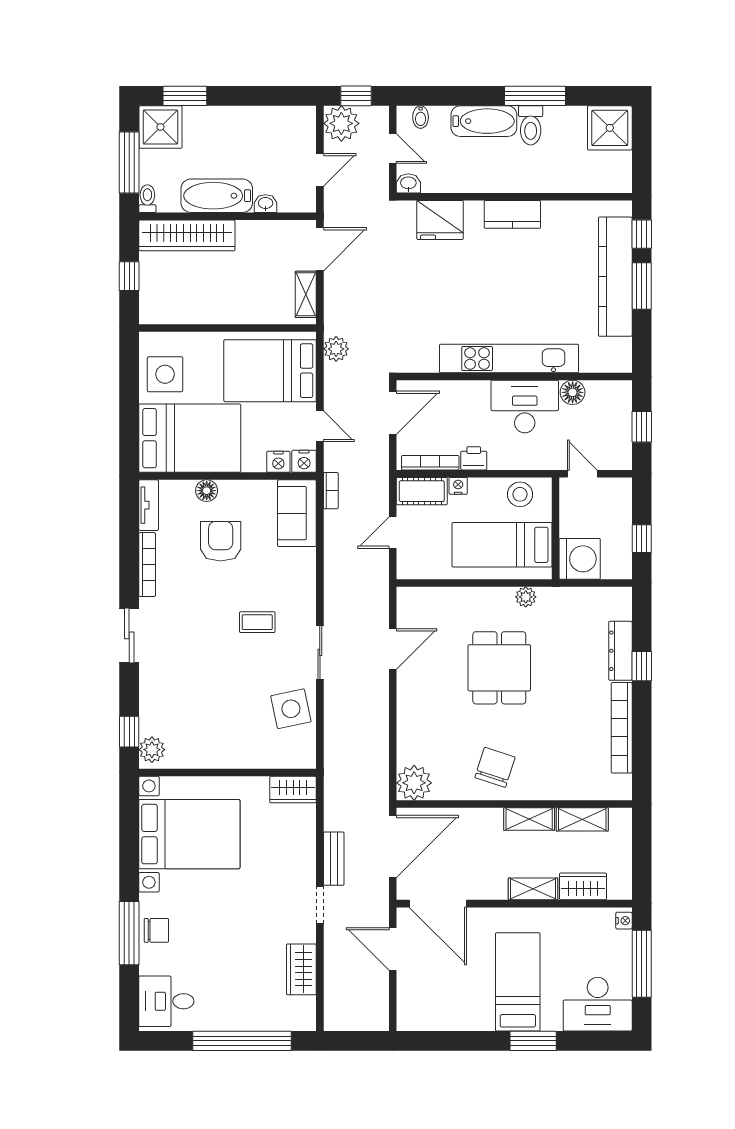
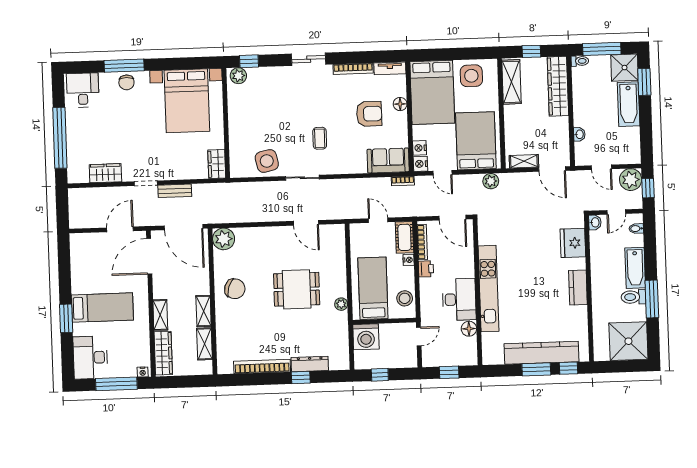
shower: (610, 128) -> (628, 341), width x1.37, depth x1.37
bathtub: (217, 196) -> (629, 104), moved, turned 180
shelving: (177, 310) -> (511, 82), added
door: (320, 426) -> (442, 173), hinge flipped
wardrobe: (583, 886) -> (163, 353), width x1.50

